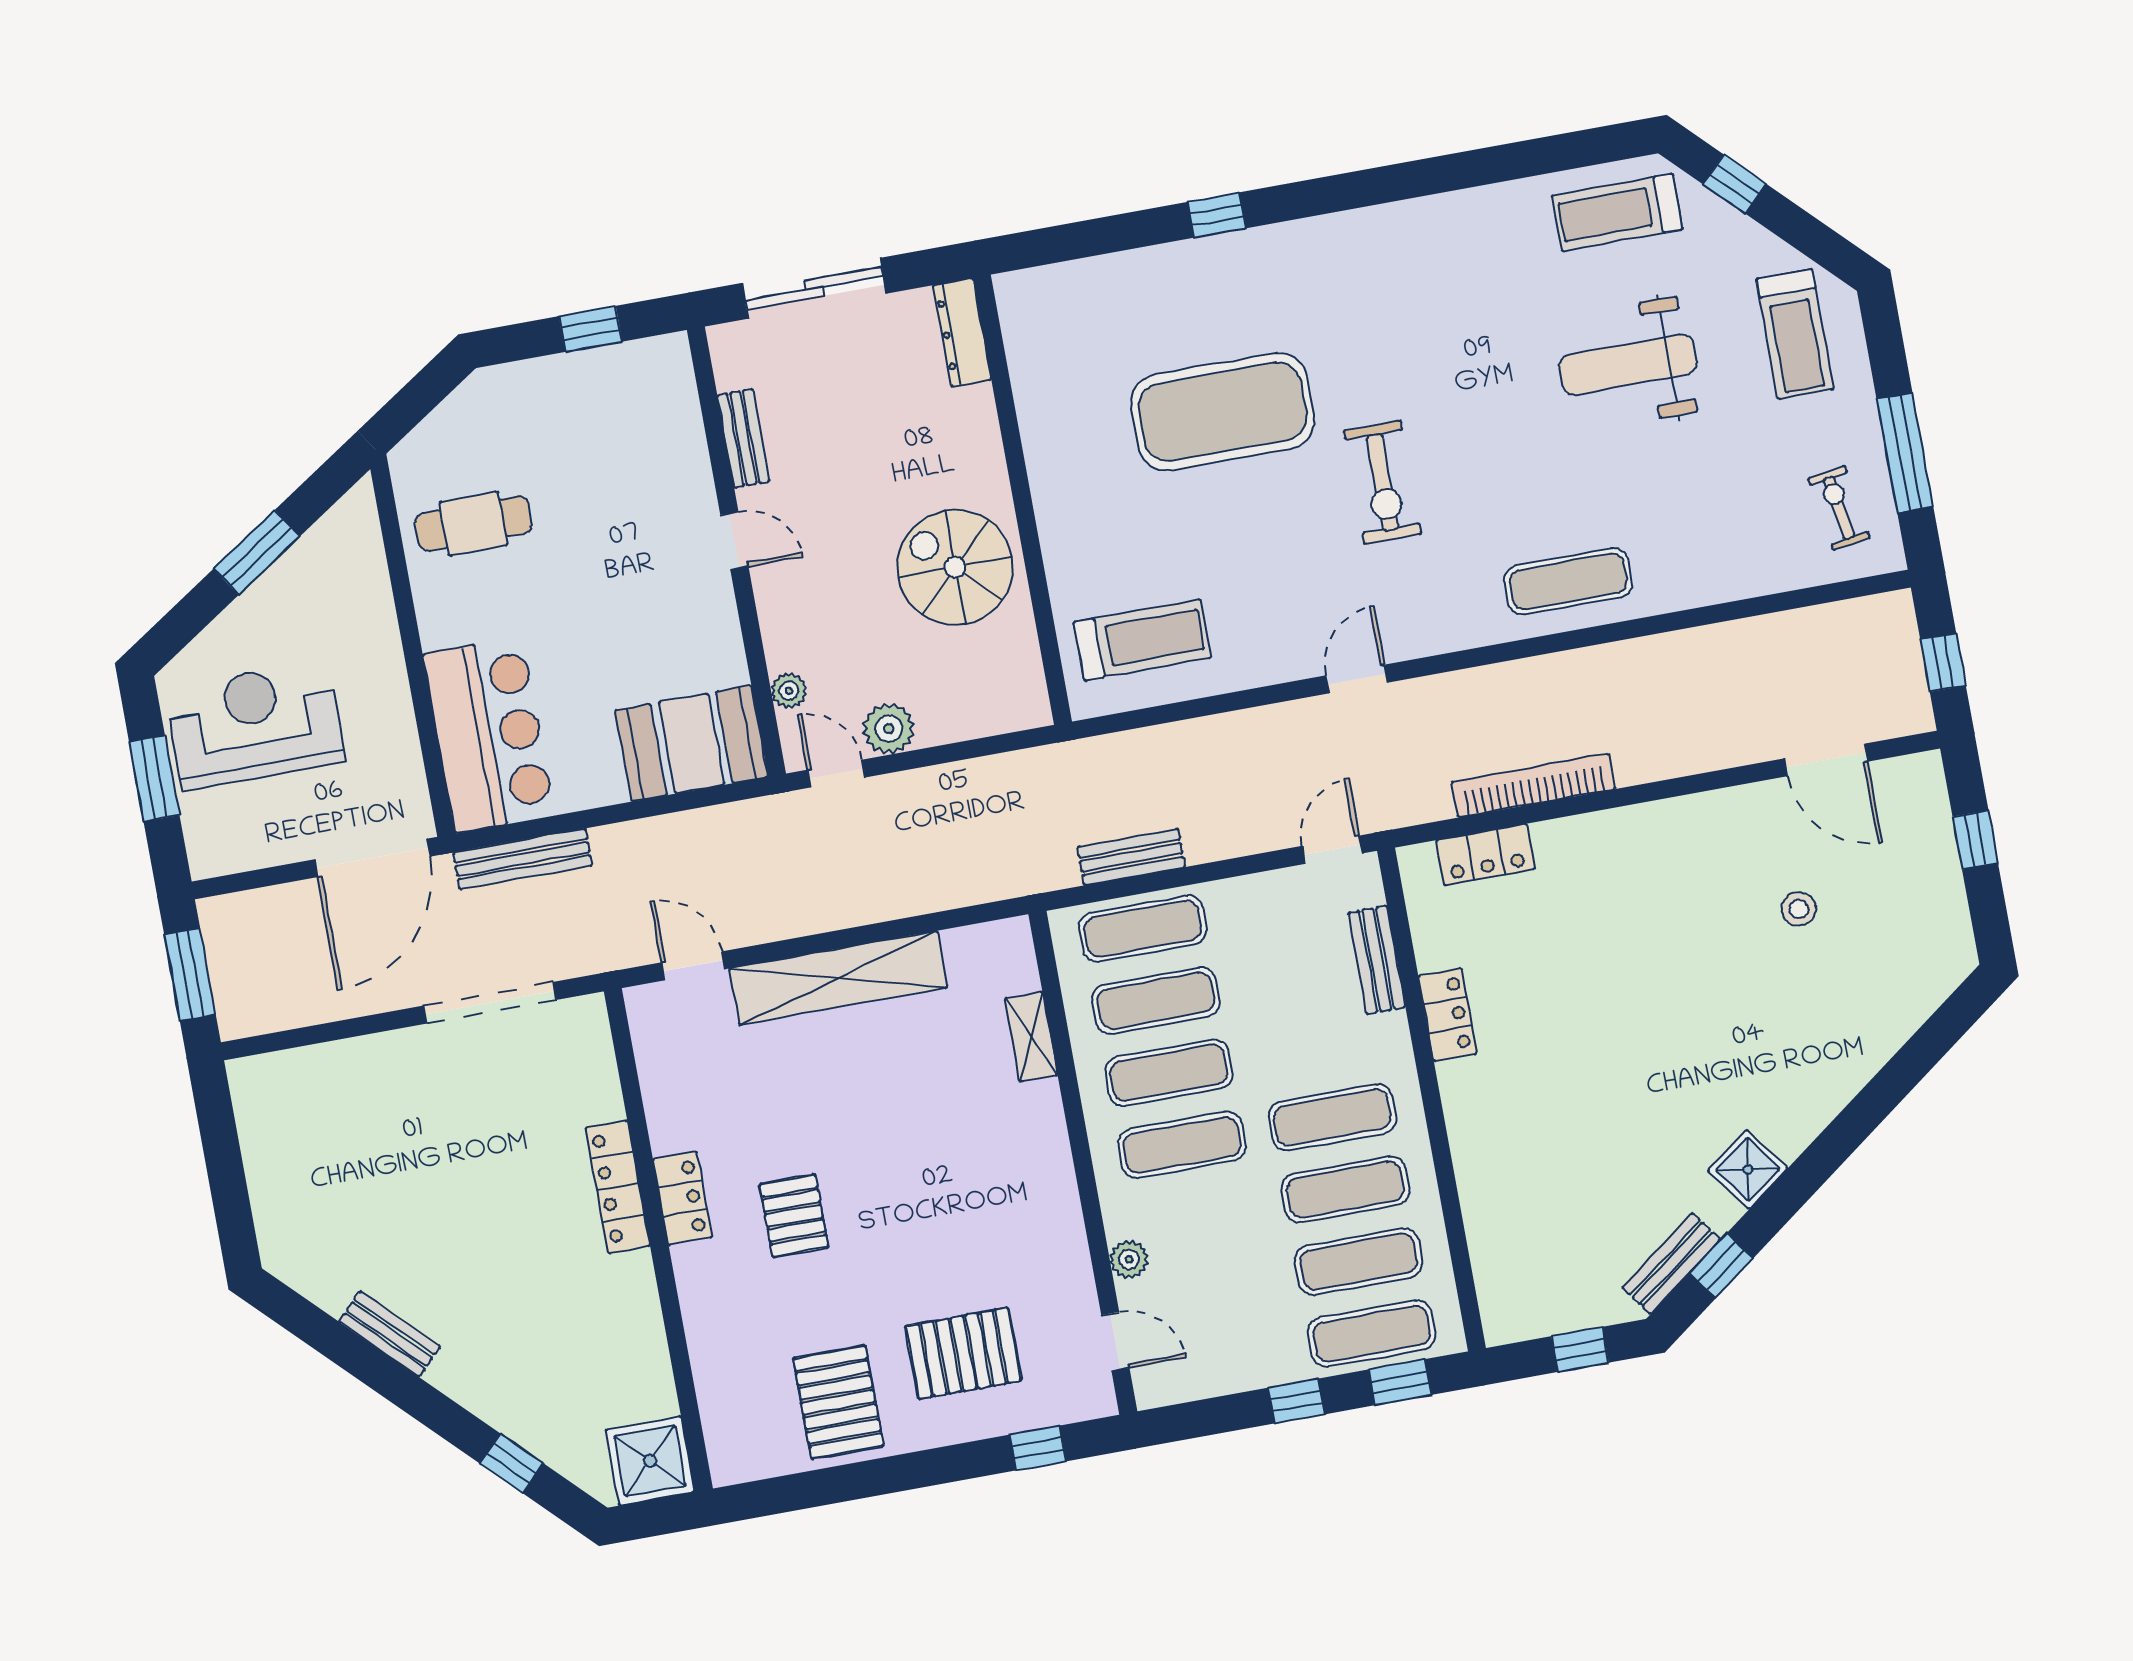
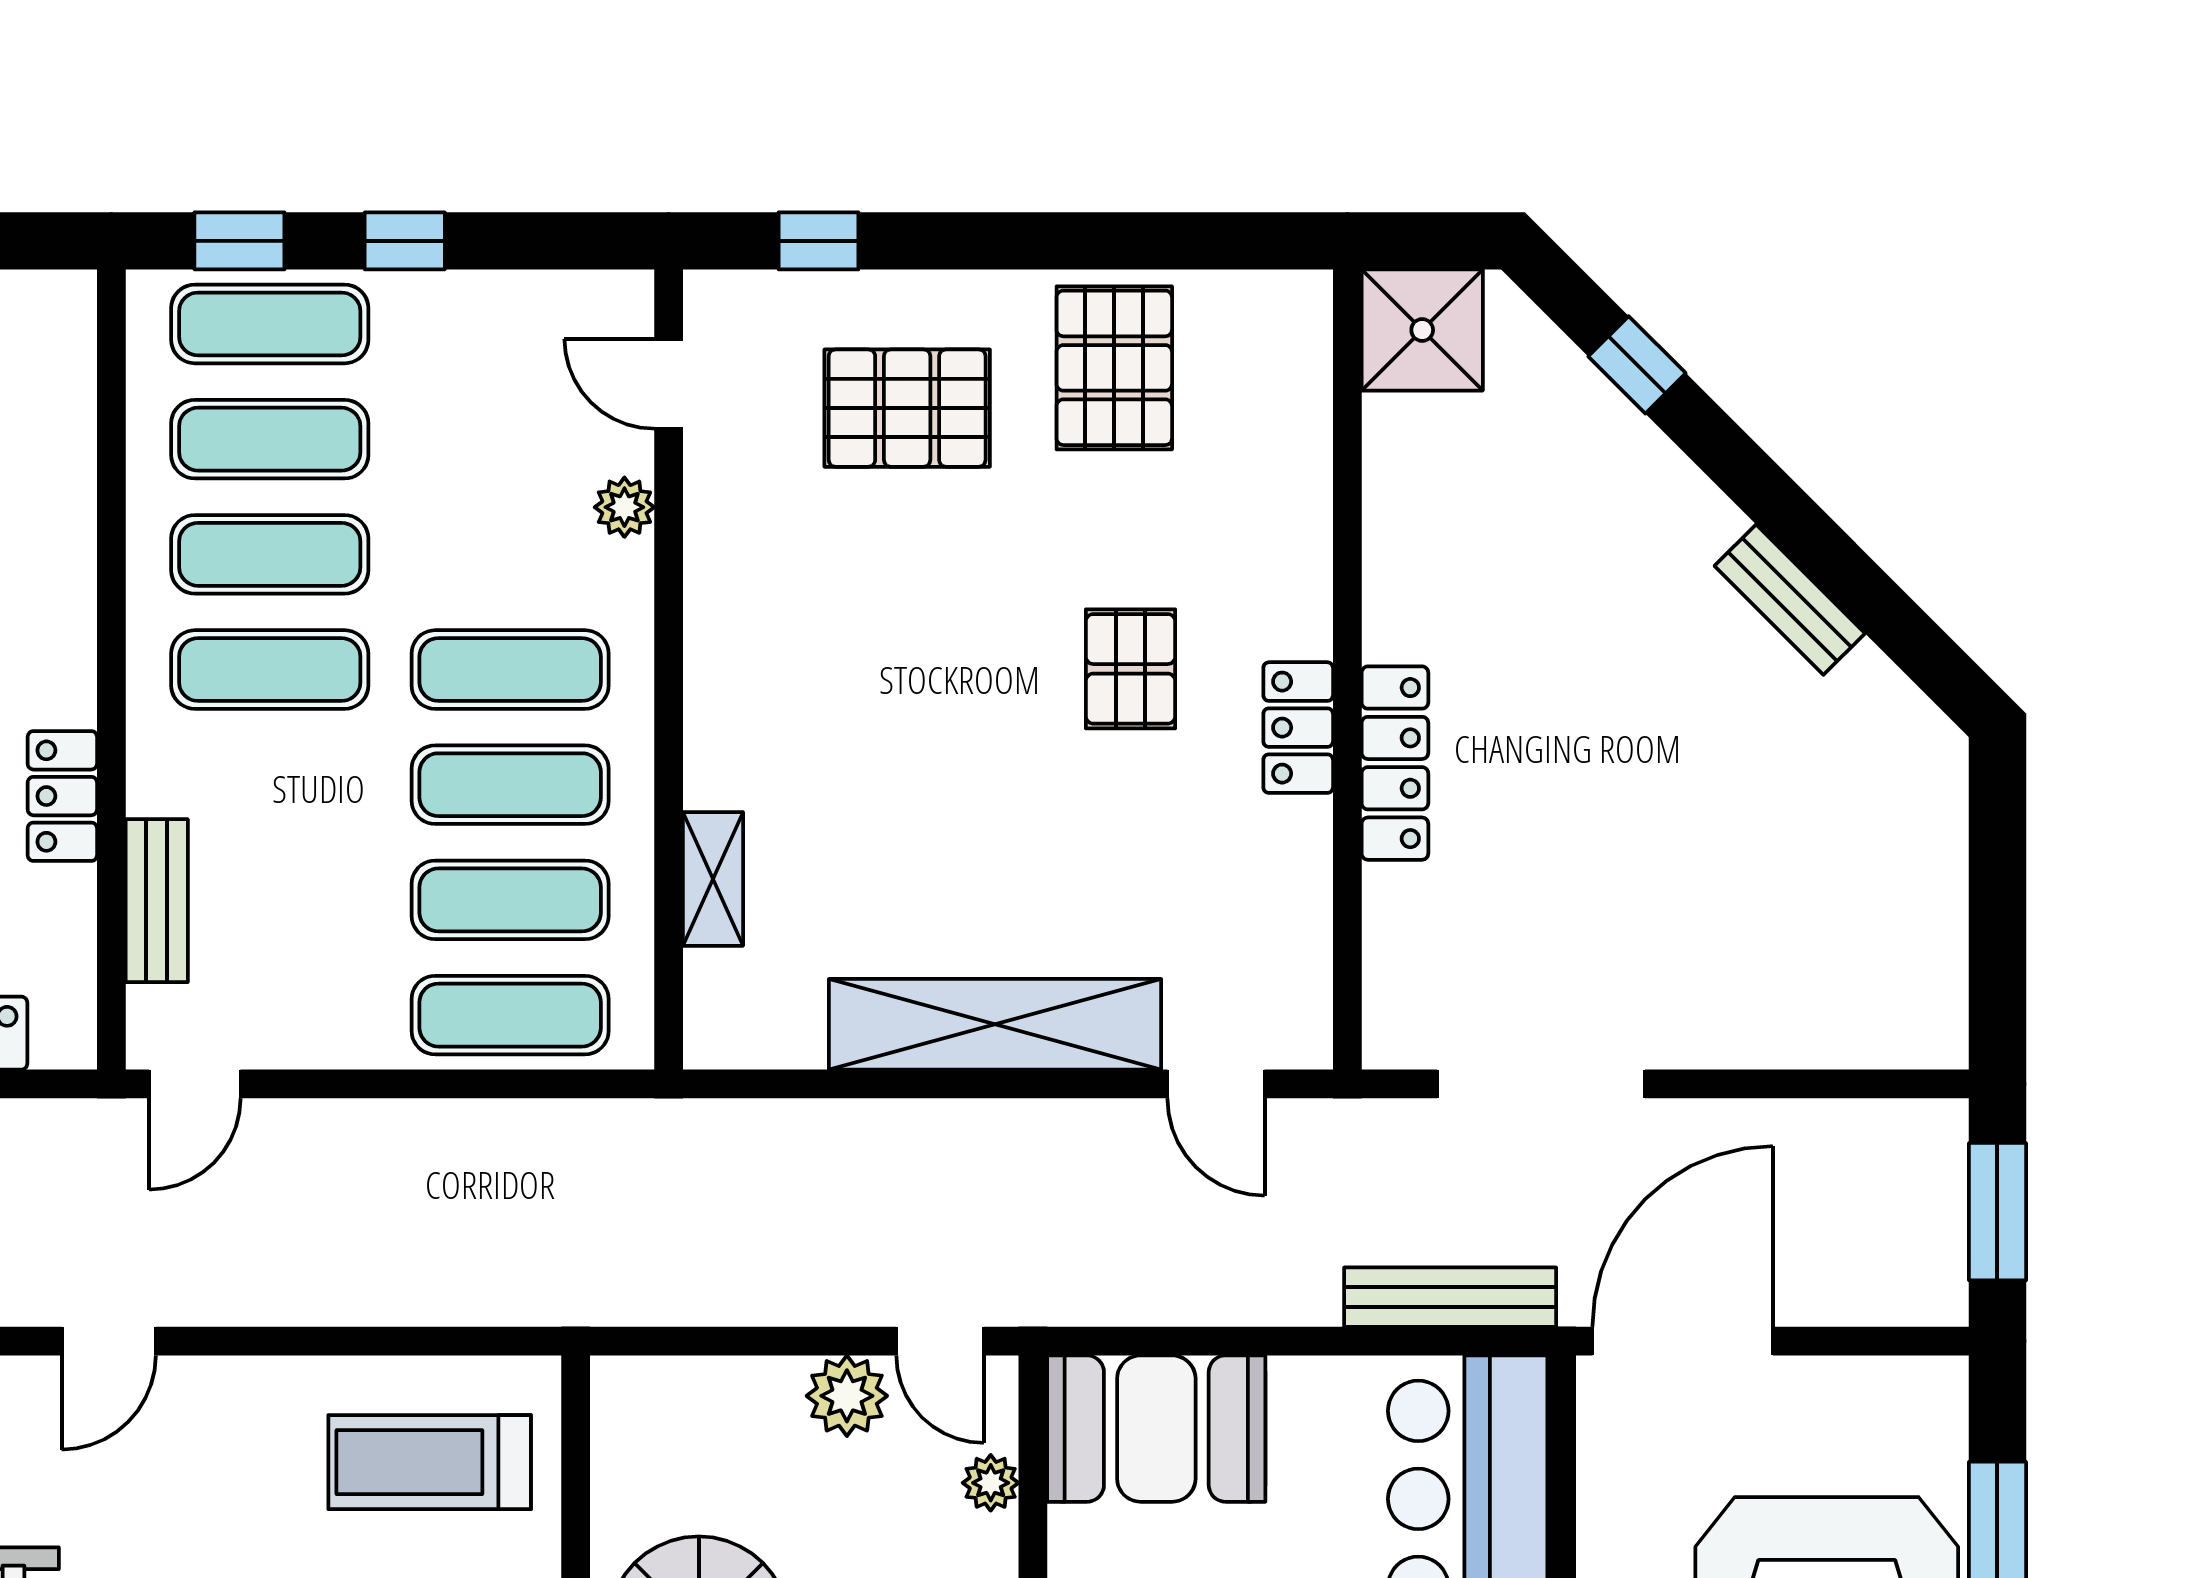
bench: (1131, 857) -> (508, 1129), removed

